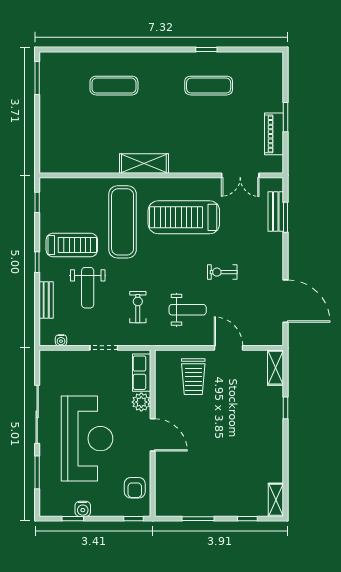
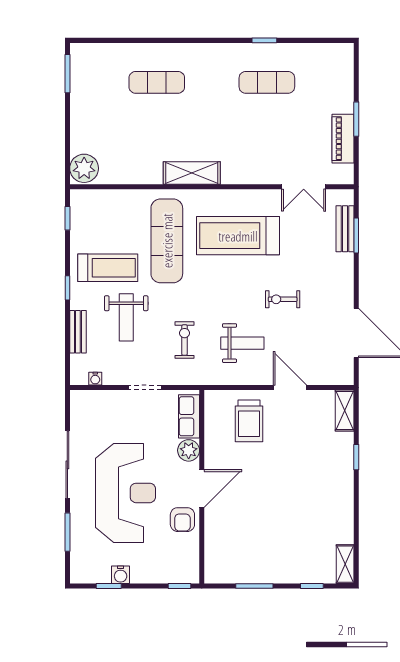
plant: (51, 159) -> (84, 168), added
door: (153, 435) -> (202, 489), hinge flipped
armchair: (135, 488) -> (182, 520), moved

